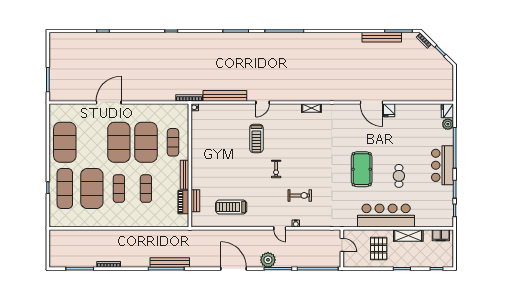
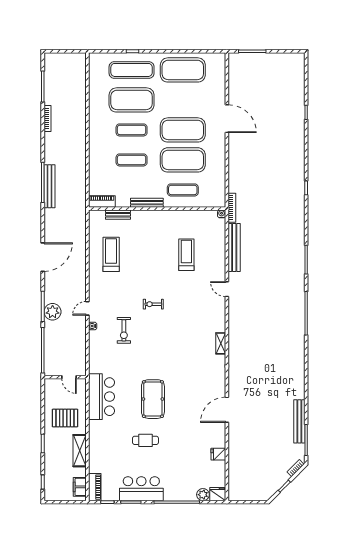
fridge: (389, 110) -> (218, 454), moved
treadmill: (256, 138) -> (186, 255), moved, turned 90
bar counter: (442, 165) -> (141, 489), moved
pool table: (362, 169) -> (153, 399), turned 90
piano: (183, 202) -> (102, 201), moved
bar counter: (386, 216) -> (102, 397), moved, width x0.73
piano: (441, 222) -> (95, 487), added
door: (342, 245) -> (69, 377), hinge flipped
plant: (268, 260) -> (53, 312), moved

